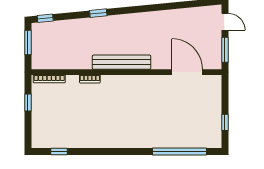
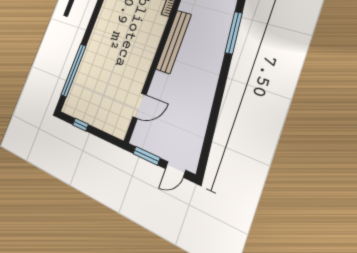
window: (98, 13) -> (234, 33), width x2.17
door: (187, 72) -> (139, 106), width x0.73

